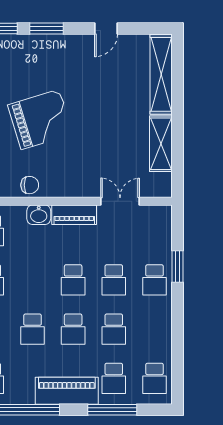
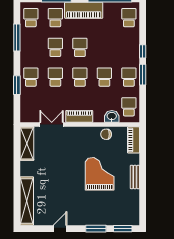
grand piano: (40, 119) -> (100, 174), turned 107
shelving: (161, 144) -> (27, 144), moved
double door: (120, 201) -> (52, 125), swing flipped
washbasin: (39, 215) -> (112, 116), moved
school desk: (32, 329) -> (104, 77), moved
window: (177, 345) -> (17, 38), added

